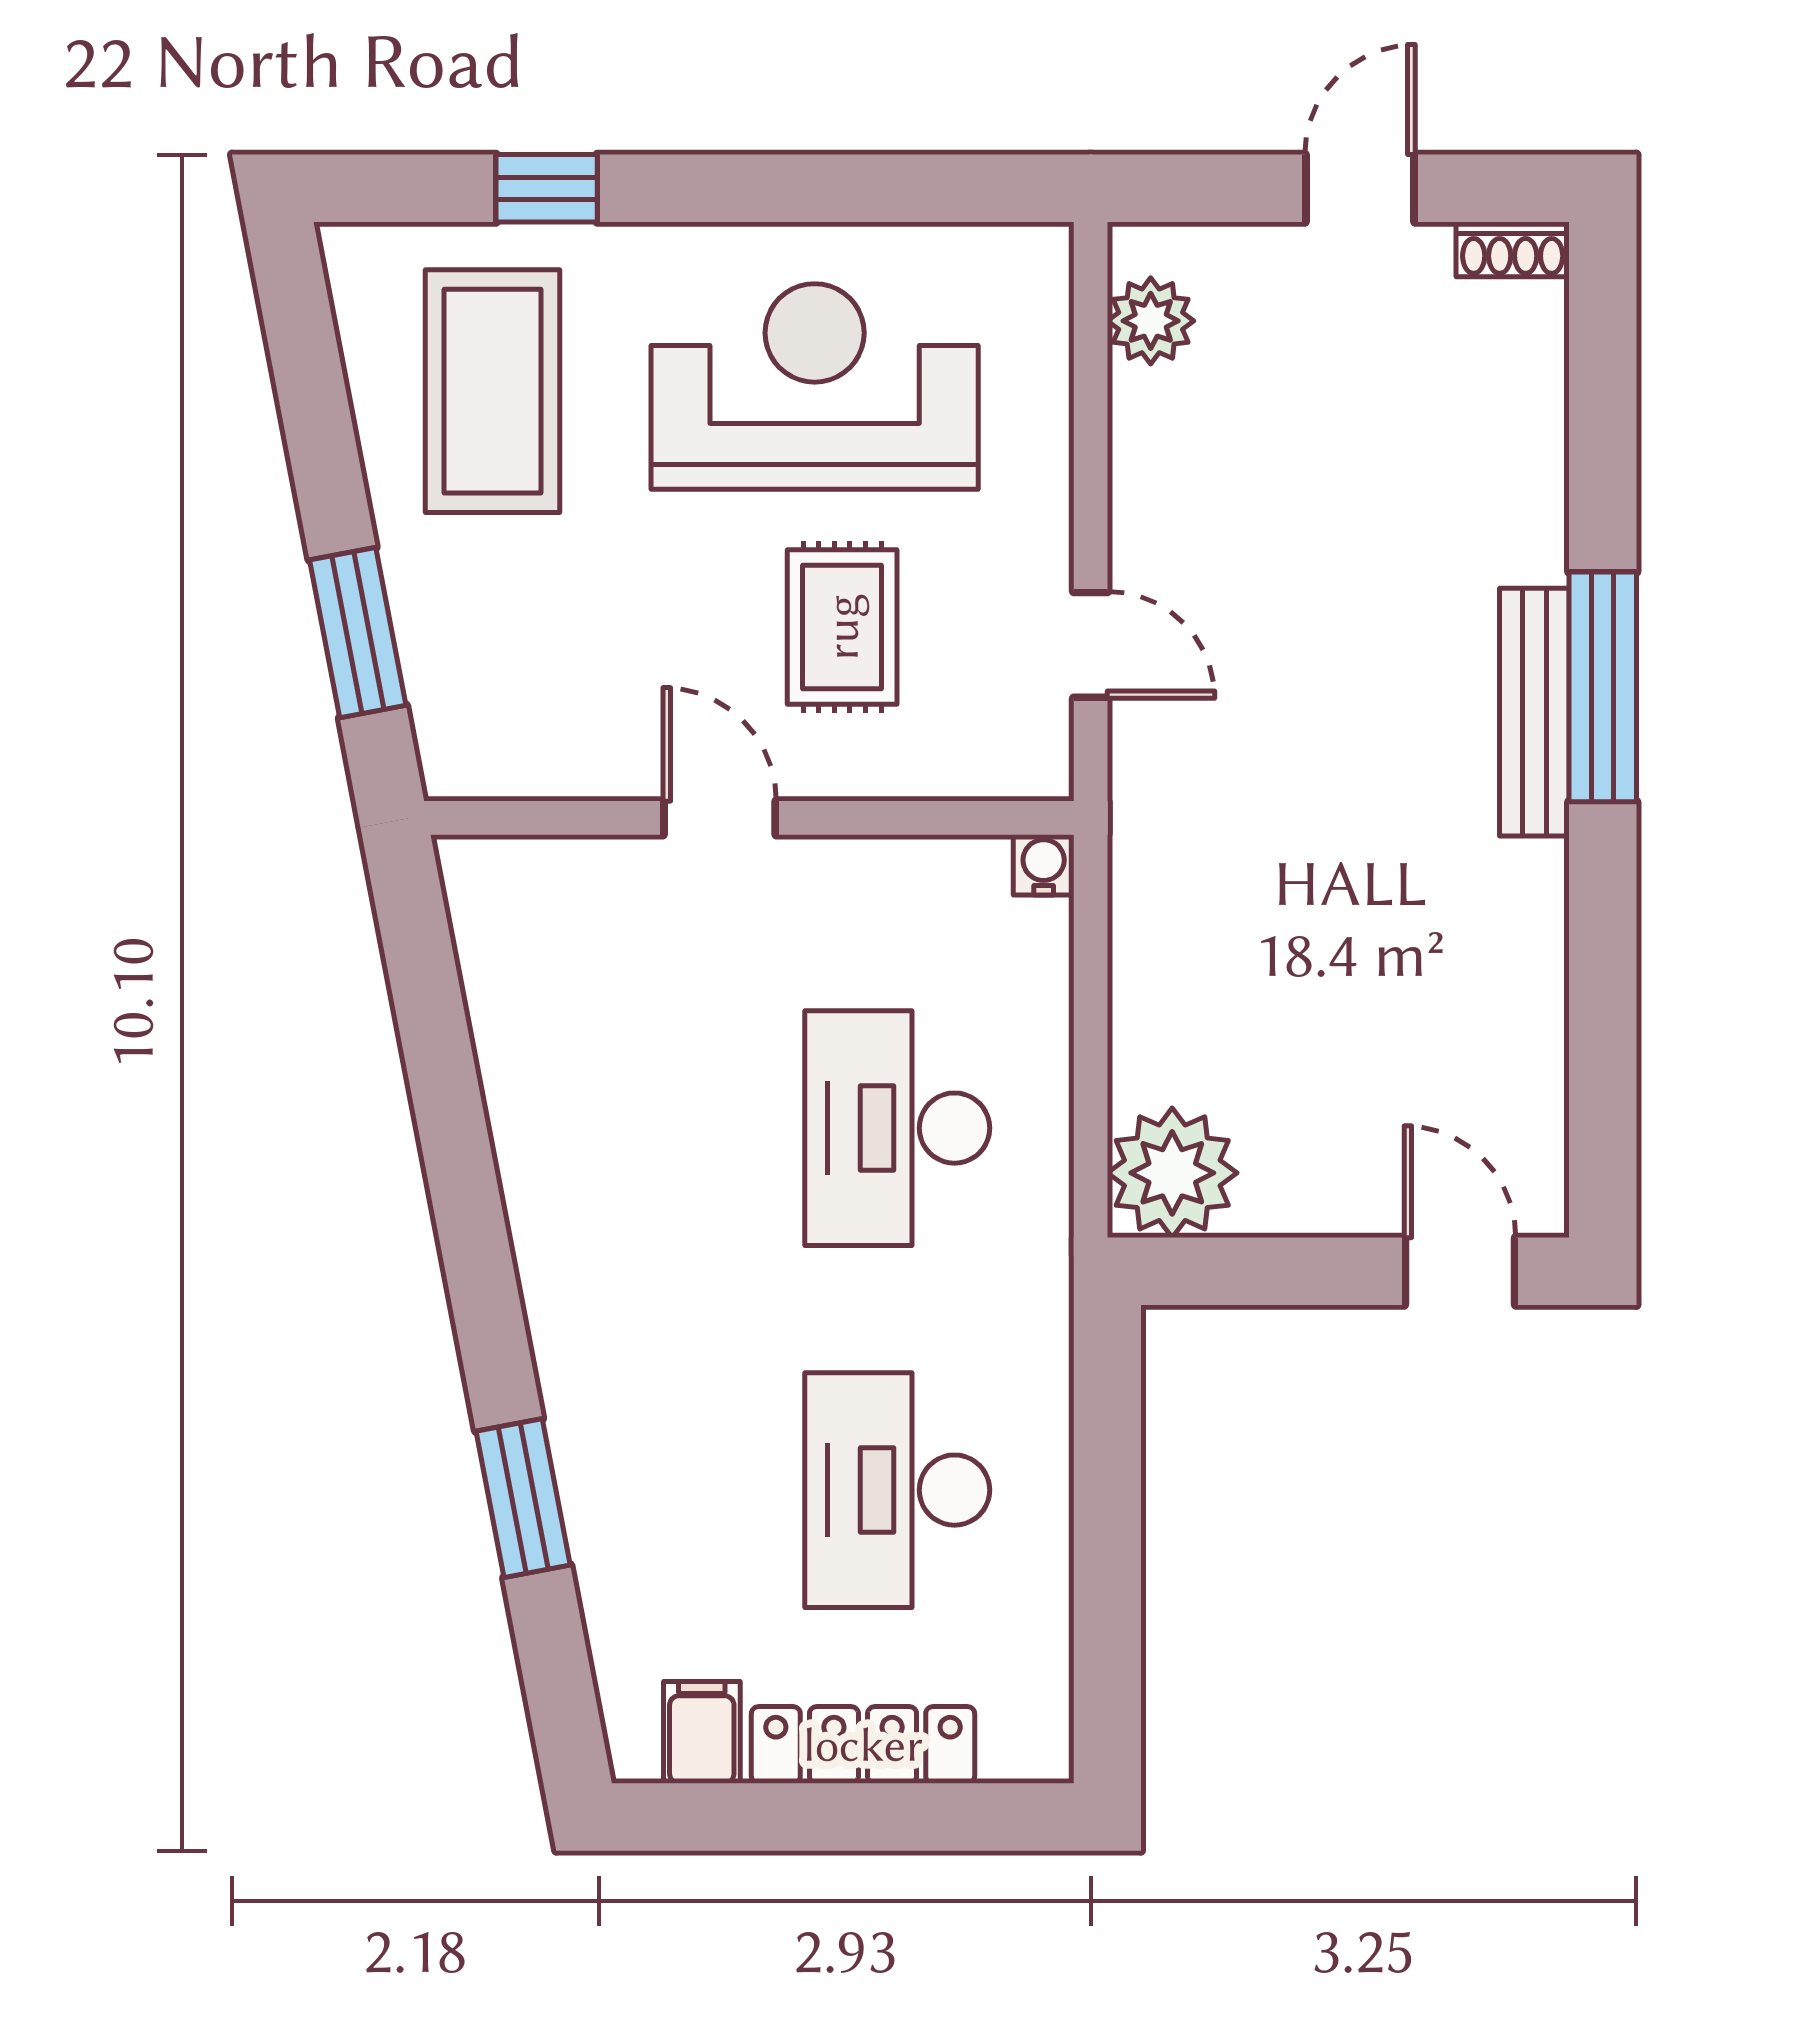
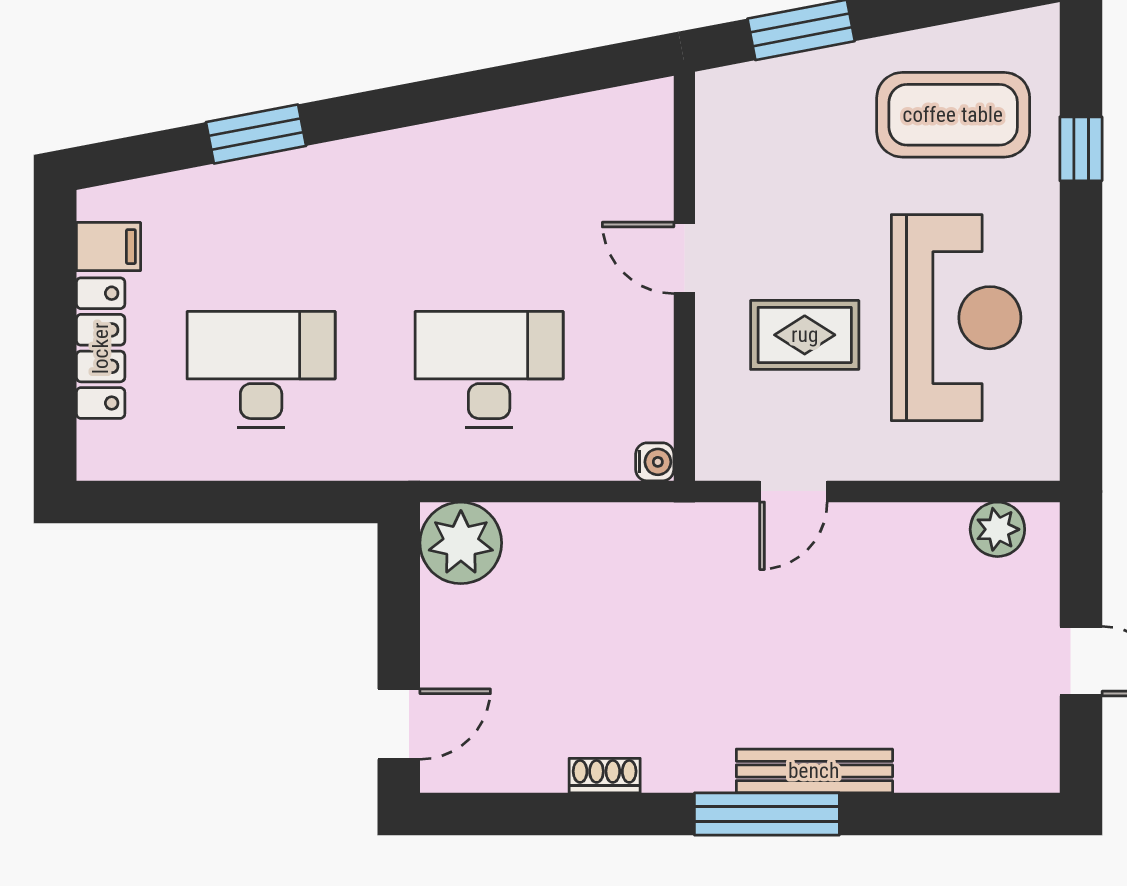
shoe rack: (1513, 249) -> (605, 776), moved, turned 90
bench: (1534, 712) -> (814, 771), moved
door: (720, 818) -> (684, 258), swing flipped

